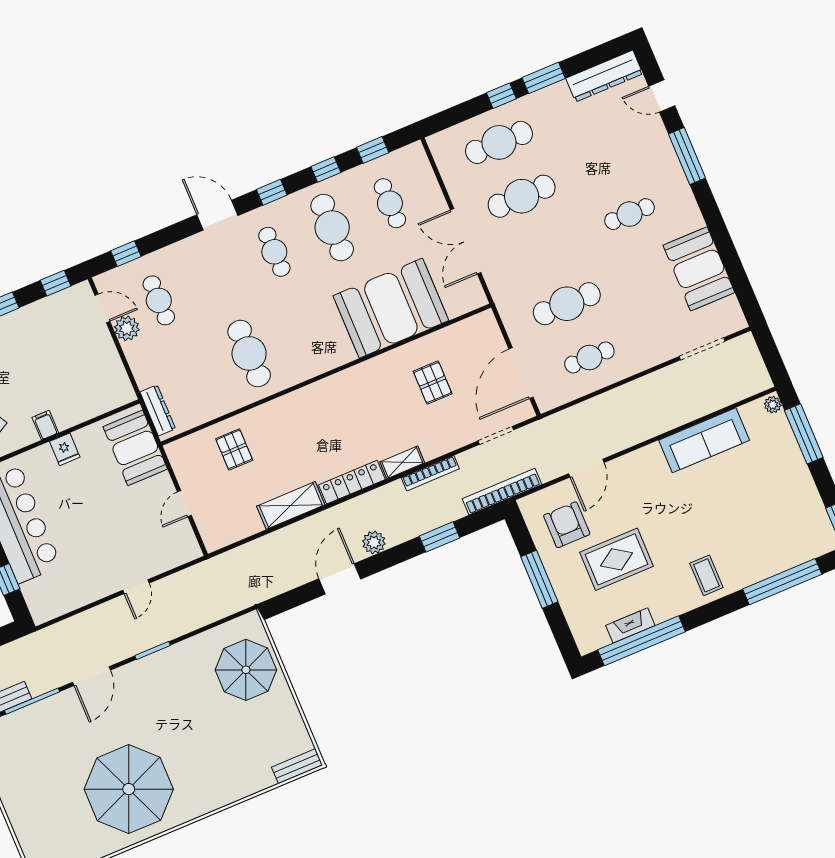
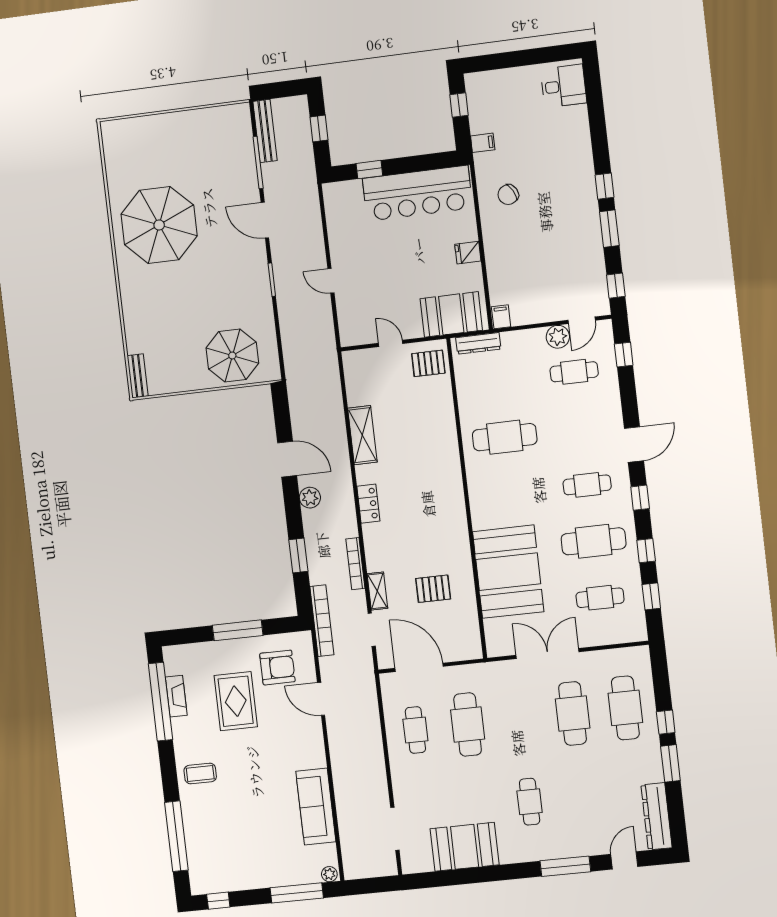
filing cabinet: (45, 425) -> (501, 317), moved, turned -90
pallet: (234, 449) -> (428, 363), moved
shelving: (402, 462) -> (377, 591), moved
locker: (352, 482) -> (368, 504), width x0.66

